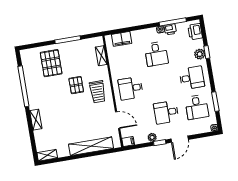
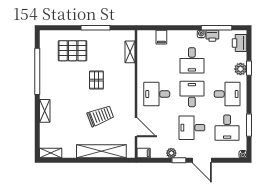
filing cabinet: (122, 39) -> (161, 37), width x0.50
pallet: (51, 63) -> (73, 51), turned 90
desk: (161, 83) -> (192, 94), added
trolley: (98, 92) -> (100, 116), moved, turned -111
door: (180, 139) -> (202, 160), hinge flipped

